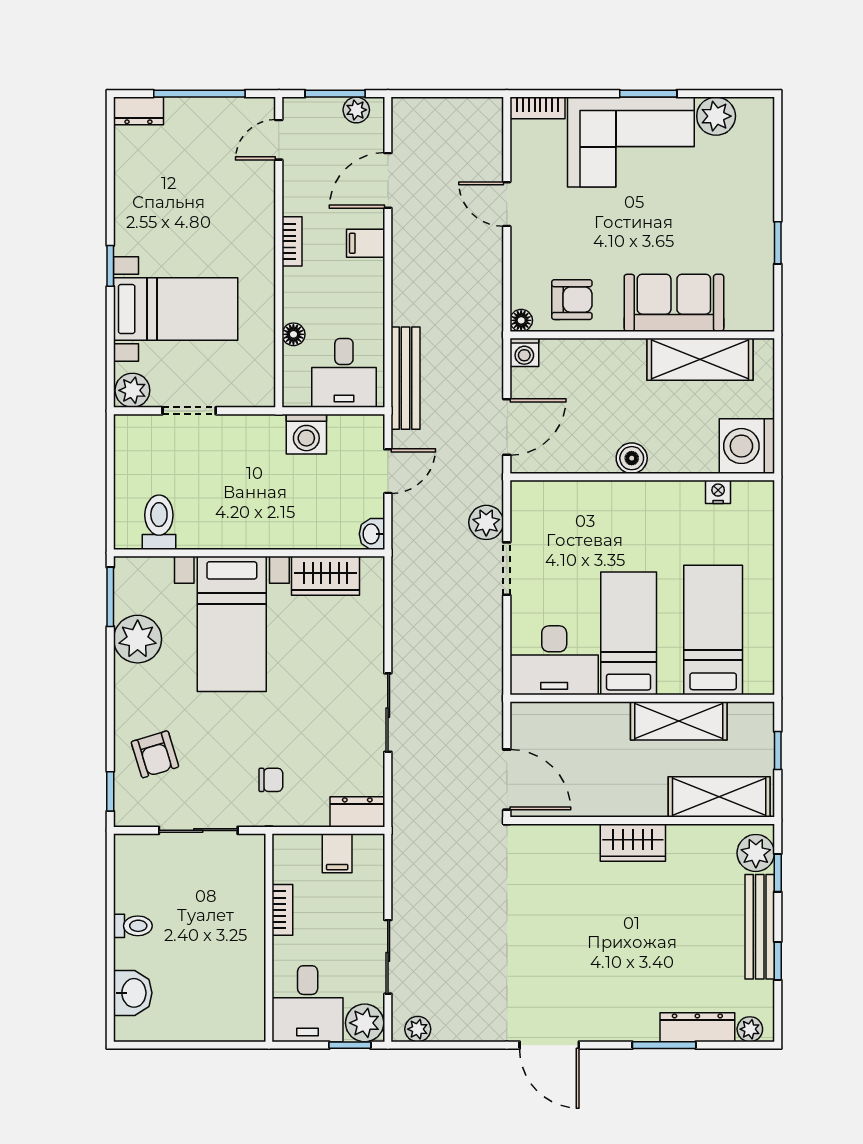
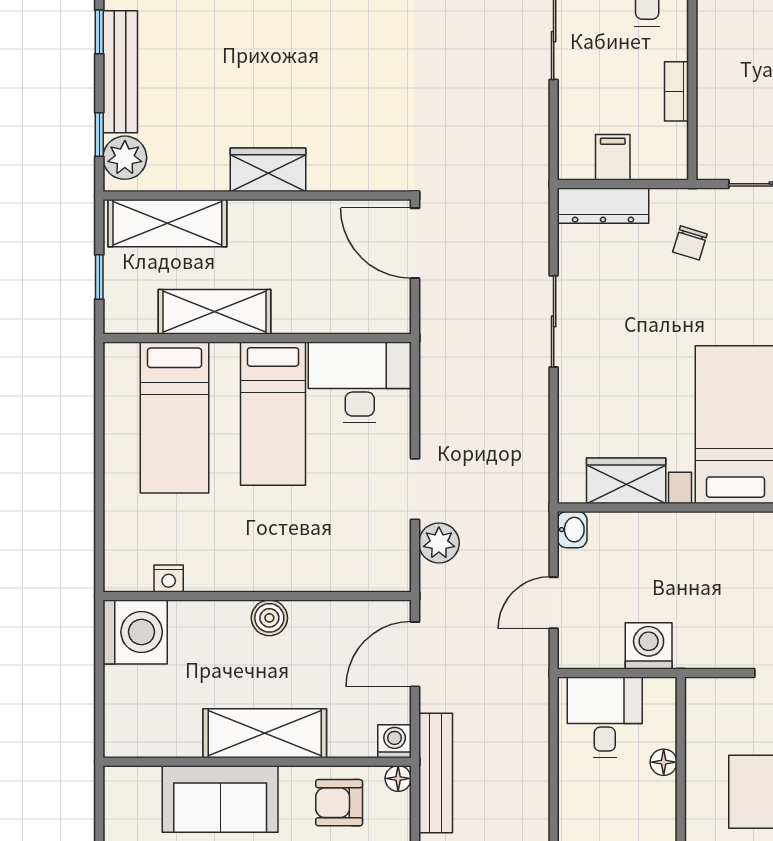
shelving: (700, 359) -> (265, 733), moved
bench: (406, 378) -> (436, 773), moved
chair: (271, 780) -> (690, 243), turned -73
dresser: (357, 812) -> (603, 206), width x1.44

